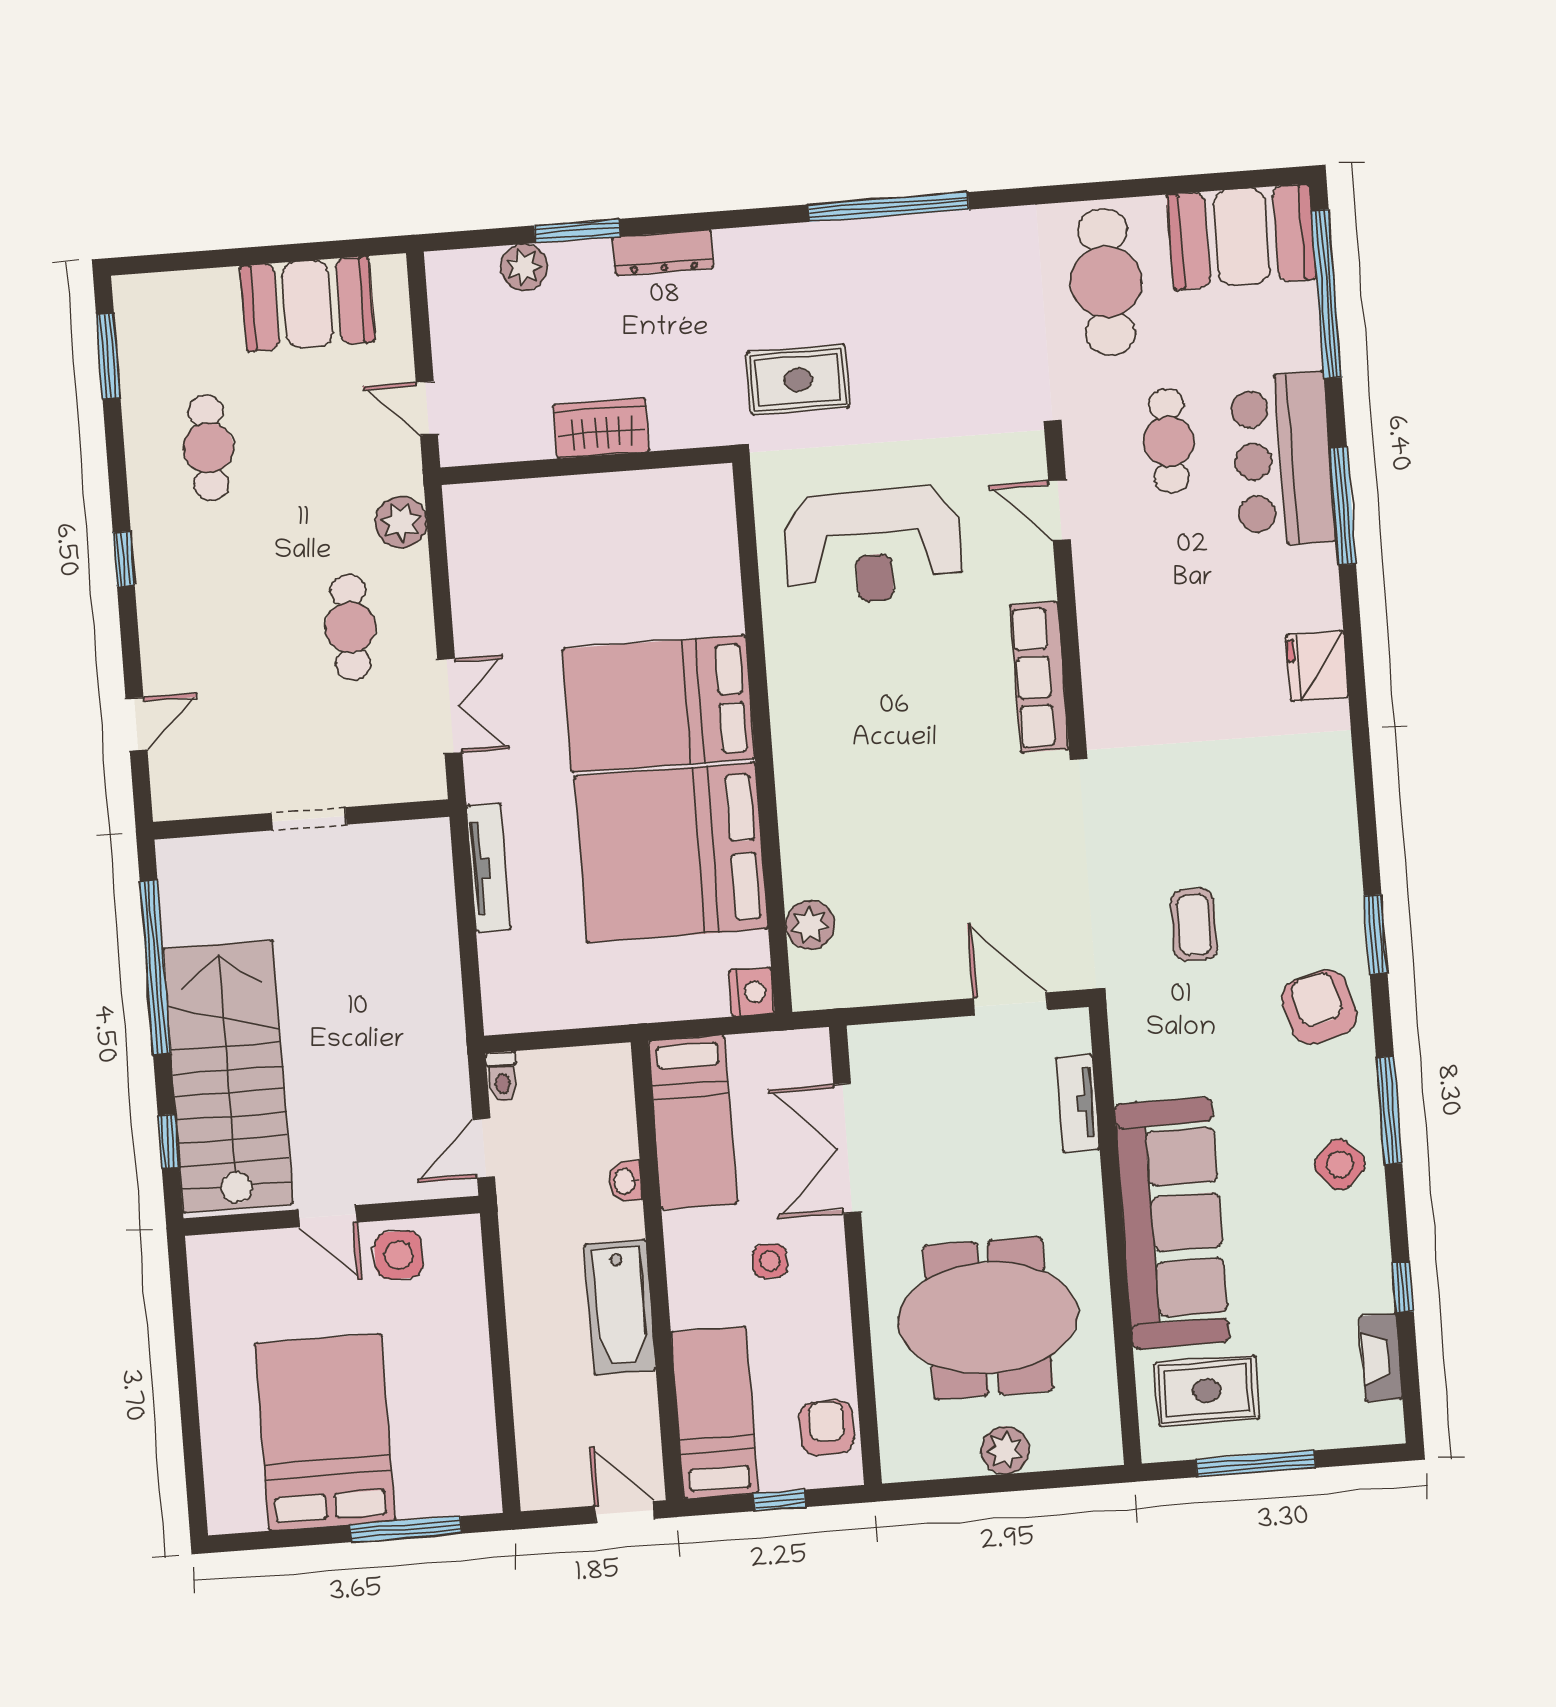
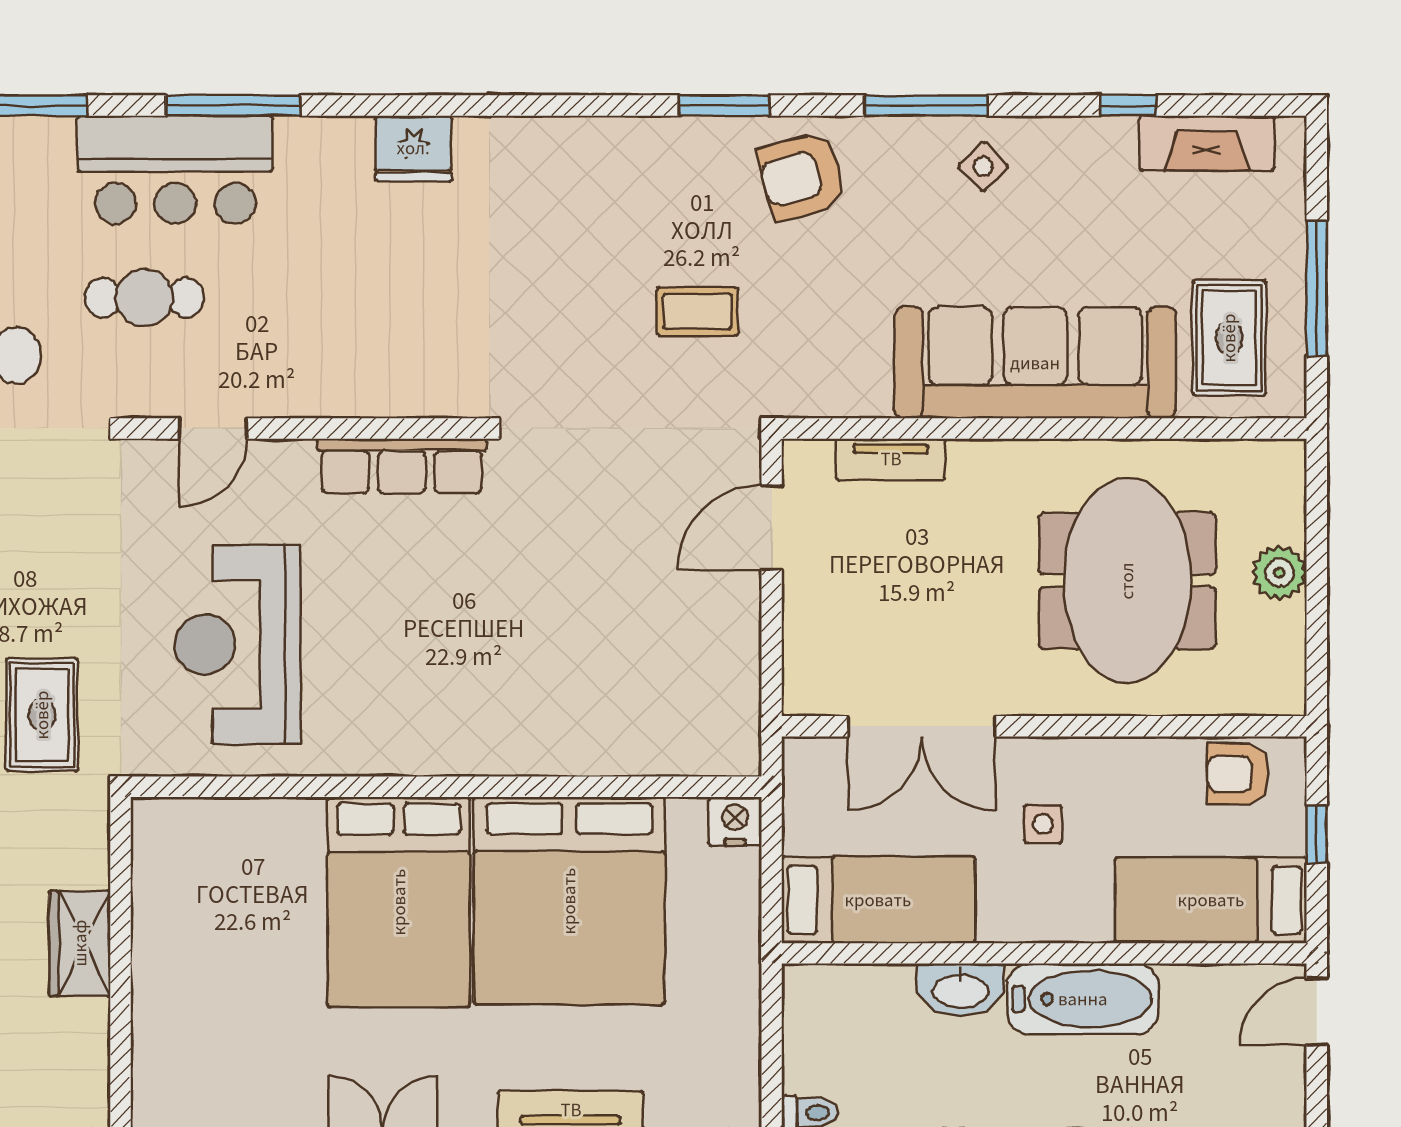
reception desk: (873, 546) -> (238, 644), turned 180
plant: (810, 925) -> (664, 749), removed
side table: (1340, 1165) -> (983, 166), width x0.73, depth x0.73
washbasin: (625, 1181) -> (960, 990), width x1.91, depth x1.45
fireplace: (1381, 1358) -> (1207, 143), width x1.37, depth x1.32

